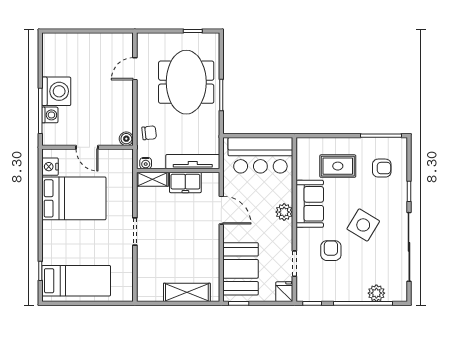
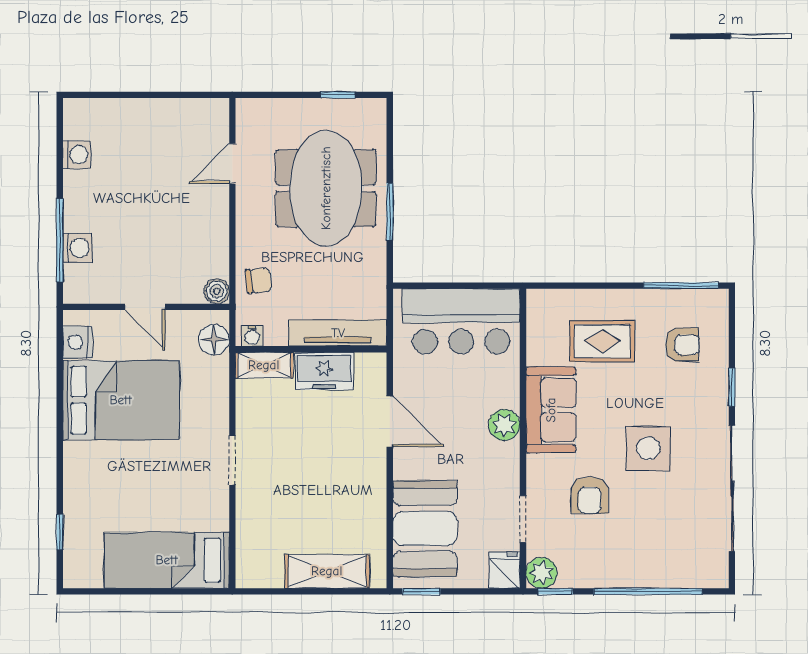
washing machine: (56, 91) -> (77, 155), moved, width x0.53, depth x0.53
floor lamp: (125, 165) -> (214, 340), added
side table: (363, 225) -> (648, 448), turned -31
armchair: (331, 251) -> (590, 495), turned 180
bed: (76, 281) -> (167, 560), moved, turned 180
plant: (376, 293) -> (542, 573), moved

